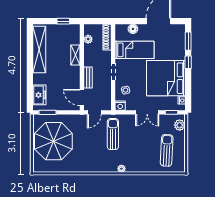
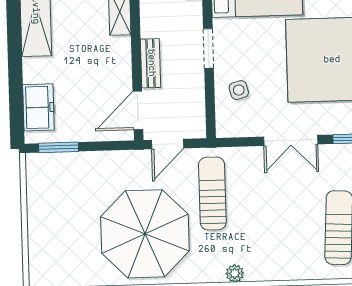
door: (82, 97) -> (138, 110), hinge flipped
nightstand: (120, 106) -> (227, 127), removed
parasol: (53, 141) -> (145, 234), moved

